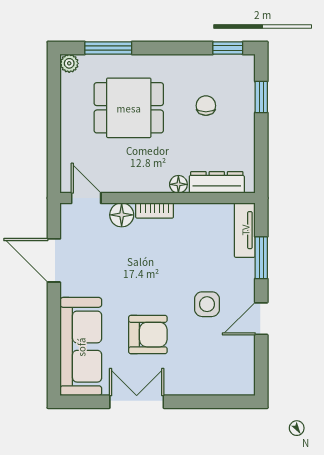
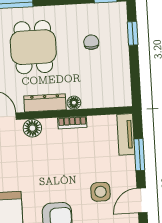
dining table: (129, 108) -> (33, 47), turned 90
dresser: (217, 182) -> (45, 103), moved
bookcase: (155, 210) -> (72, 123), moved

